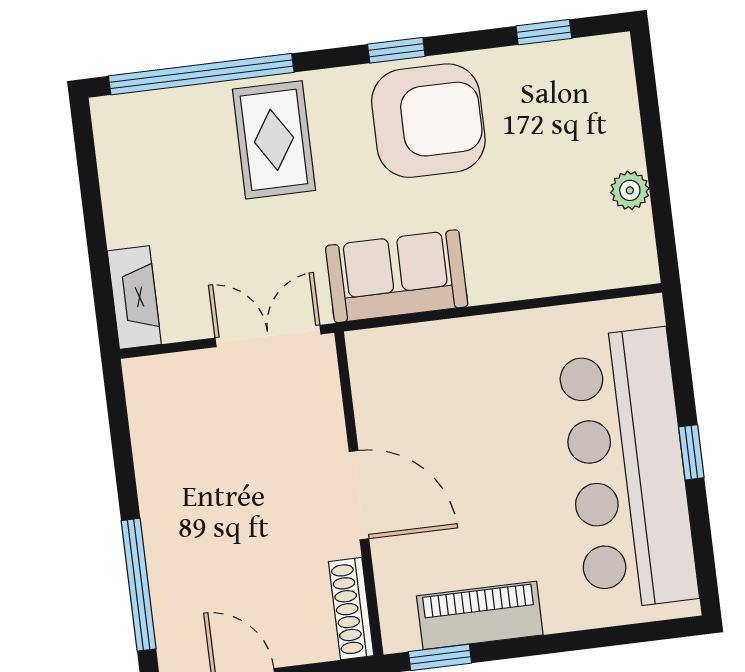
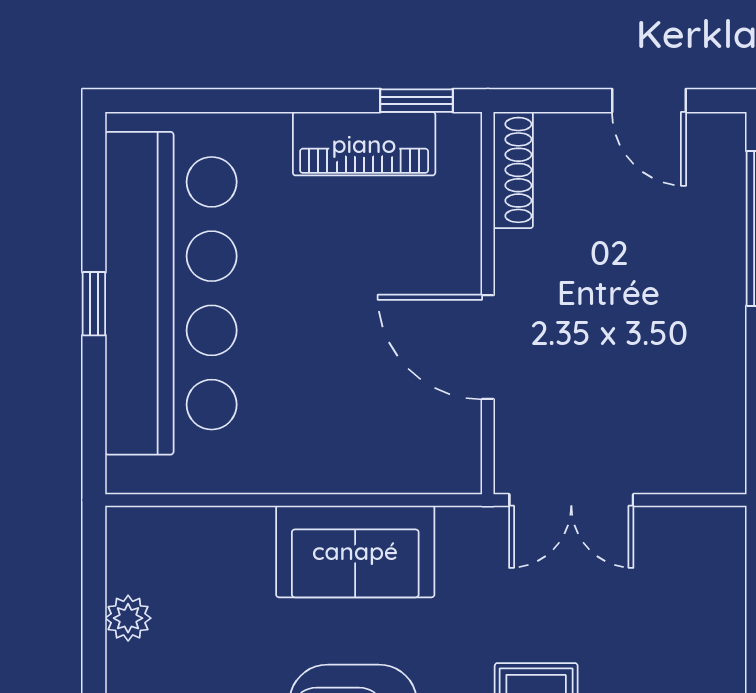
sofa: (397, 276) -> (355, 551), moved
fireplace: (134, 298) -> (722, 564), removed
door: (359, 495) -> (488, 347), moved

